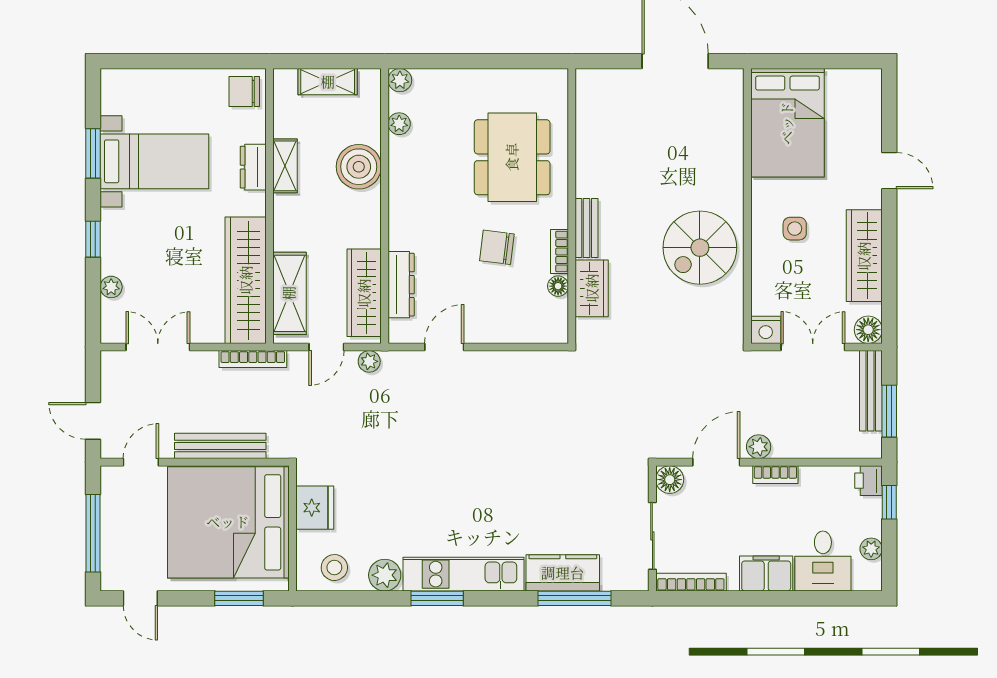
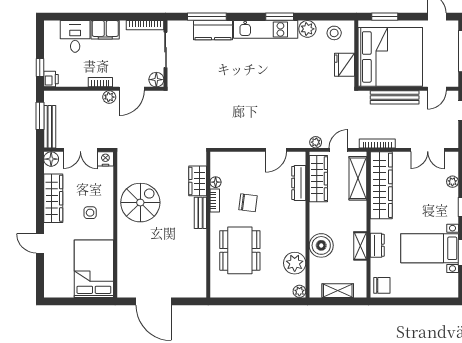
plant: (399, 124) -> (295, 263), width x1.88, depth x1.88
plant: (871, 549) -> (50, 43), removed

